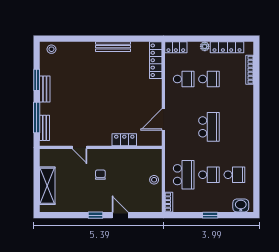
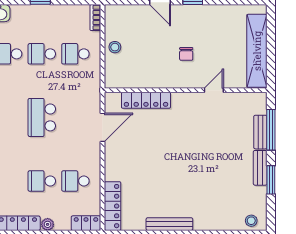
bench: (45, 128) -> (260, 132), moved
locker: (124, 140) -> (146, 100), width x1.53
door: (80, 147) -> (214, 90), hinge flipped
school desk: (184, 175) -> (75, 54), width x0.54
shelving: (47, 186) -> (257, 51), width x1.47

